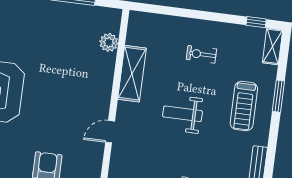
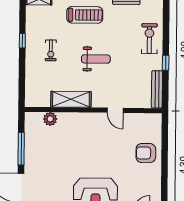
window: (256, 22) -> (22, 41), moved
weight bench: (182, 114) -> (96, 59), turned -90

